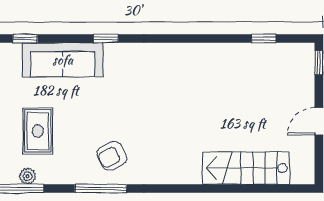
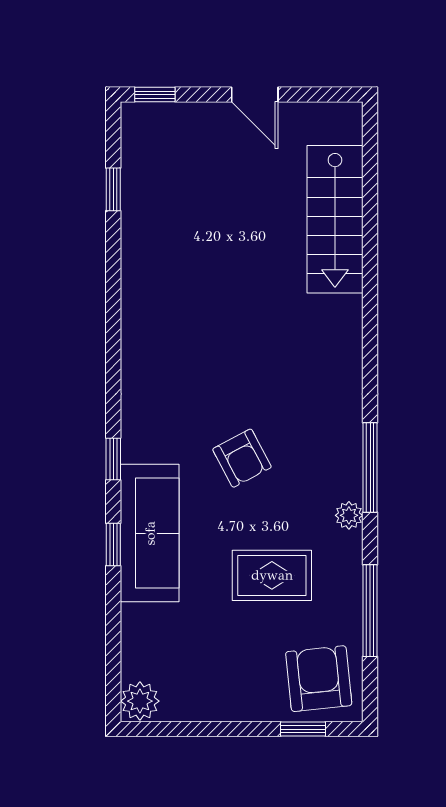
window: (25, 38) -> (113, 544), moved
armchair: (112, 156) -> (242, 458), moved
plant: (28, 176) -> (349, 515), moved

